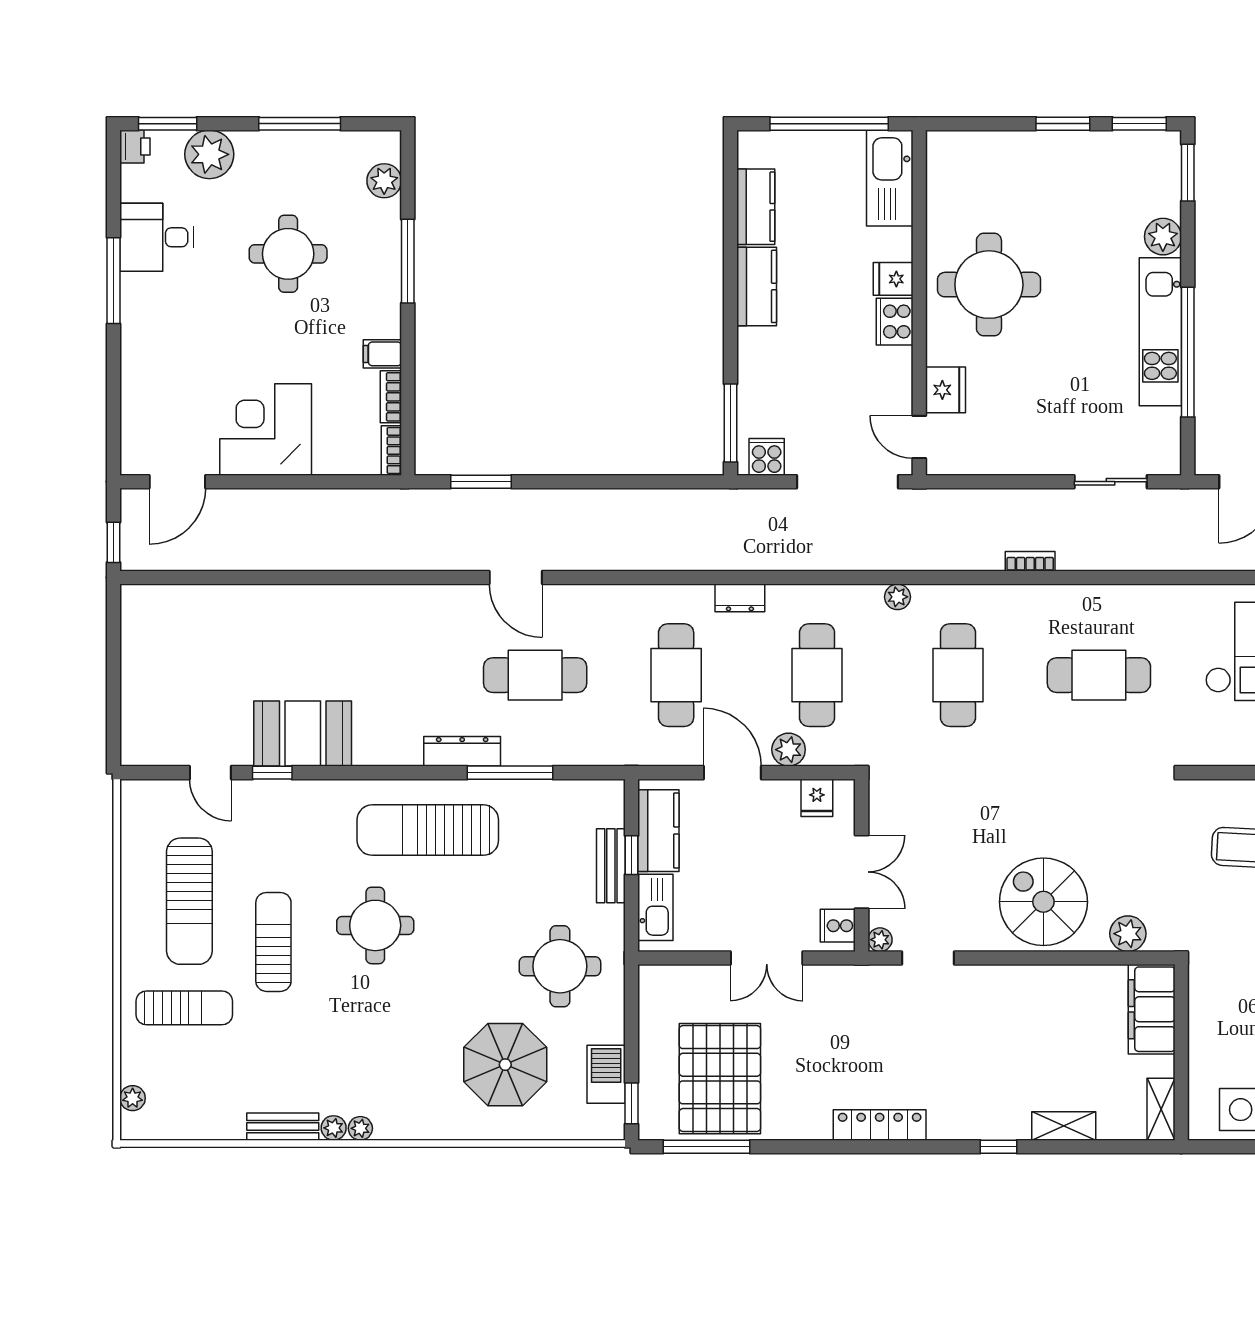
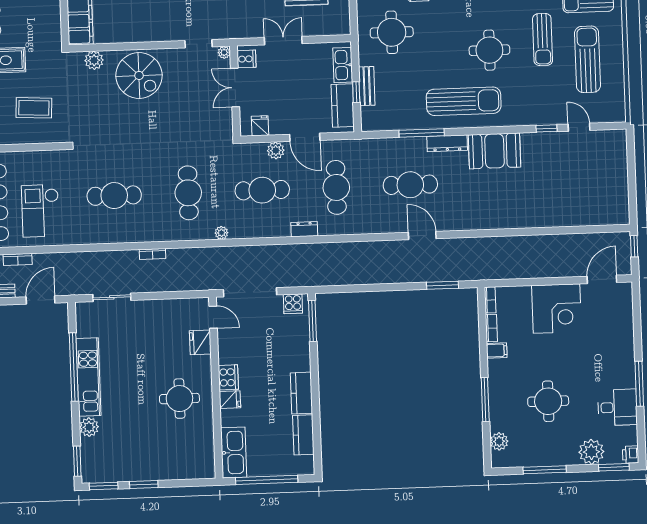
round table: (989, 285) -> (179, 399), width x0.73, depth x0.73
cafe table: (817, 675) -> (262, 190), turned 90
booth: (303, 734) -> (494, 151), moved

